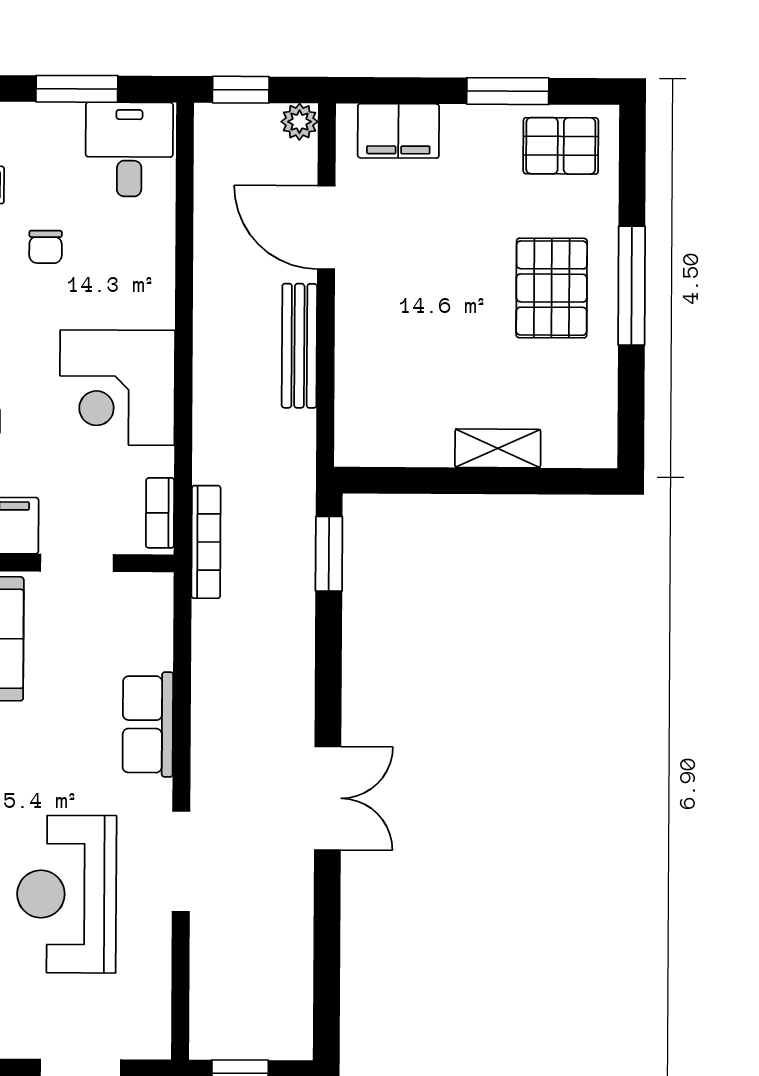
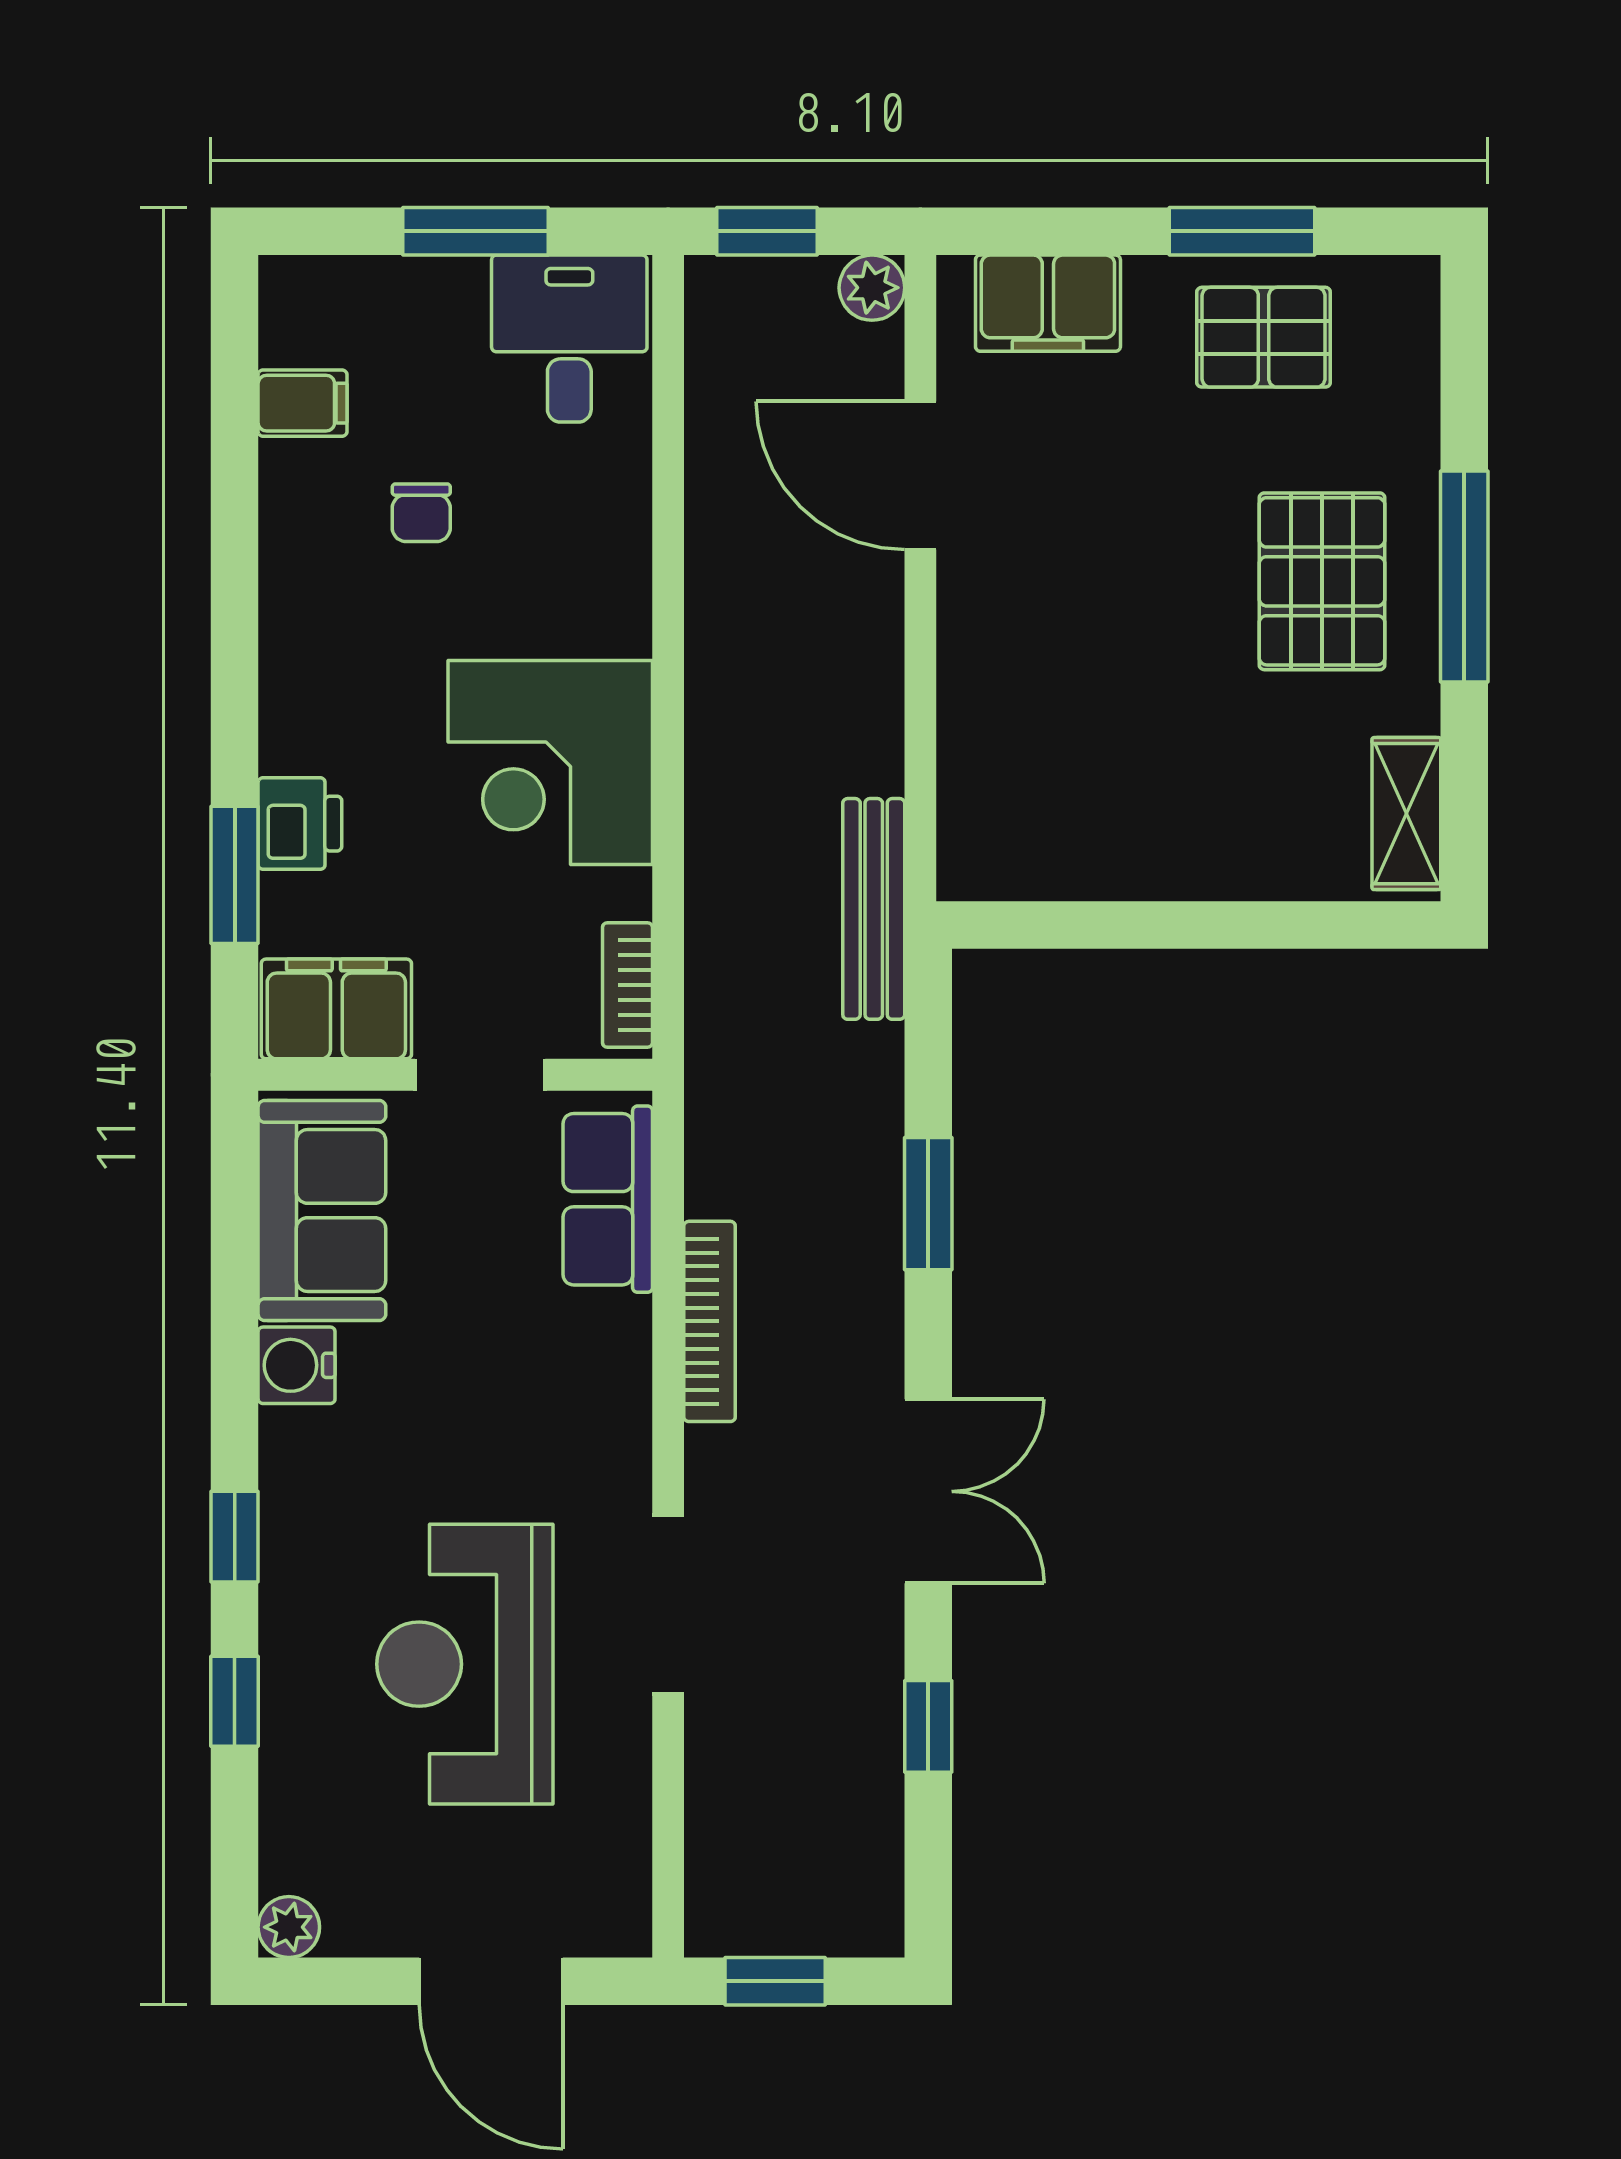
pallet: (561, 146) -> (1264, 337), moved
bench: (299, 346) -> (874, 909), moved
shelving: (498, 448) -> (1406, 814), moved, turned 90
bookcase: (206, 542) -> (710, 1321), moved
window: (329, 554) -> (928, 1204), moved
row of seats: (148, 724) -> (608, 1199), moved
window: (327, 930) -> (928, 1726), added

